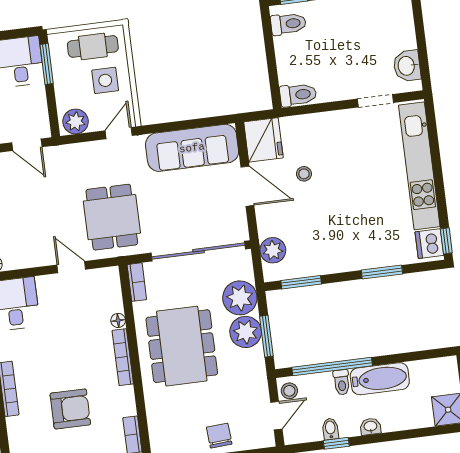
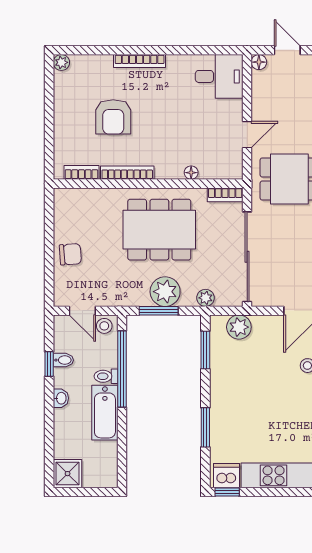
plant: (240, 298) -> (206, 298), width x0.53, depth x0.53
bookcase: (123, 357) -> (127, 173), moved

